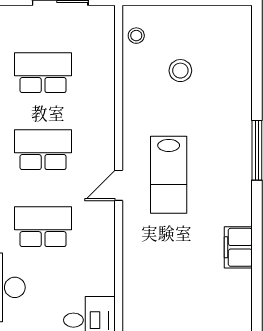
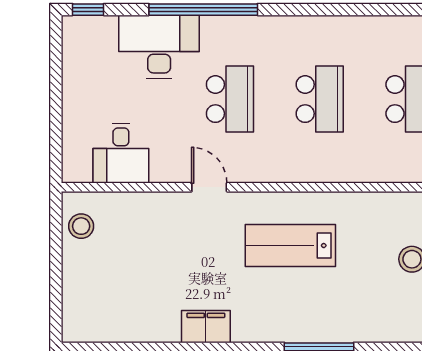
door: (119, 185) -> (209, 187), moved

